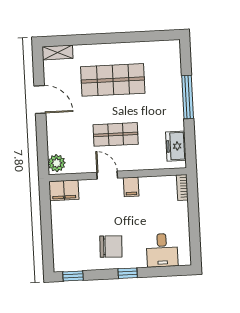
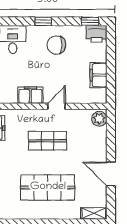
door: (107, 175) -> (56, 106), swing flipped
filing cabinet: (131, 187) -> (30, 95), width x2.00
filing cabinet: (64, 190) -> (98, 75), moved, turned -90
printer: (65, 262) -> (97, 34), added

